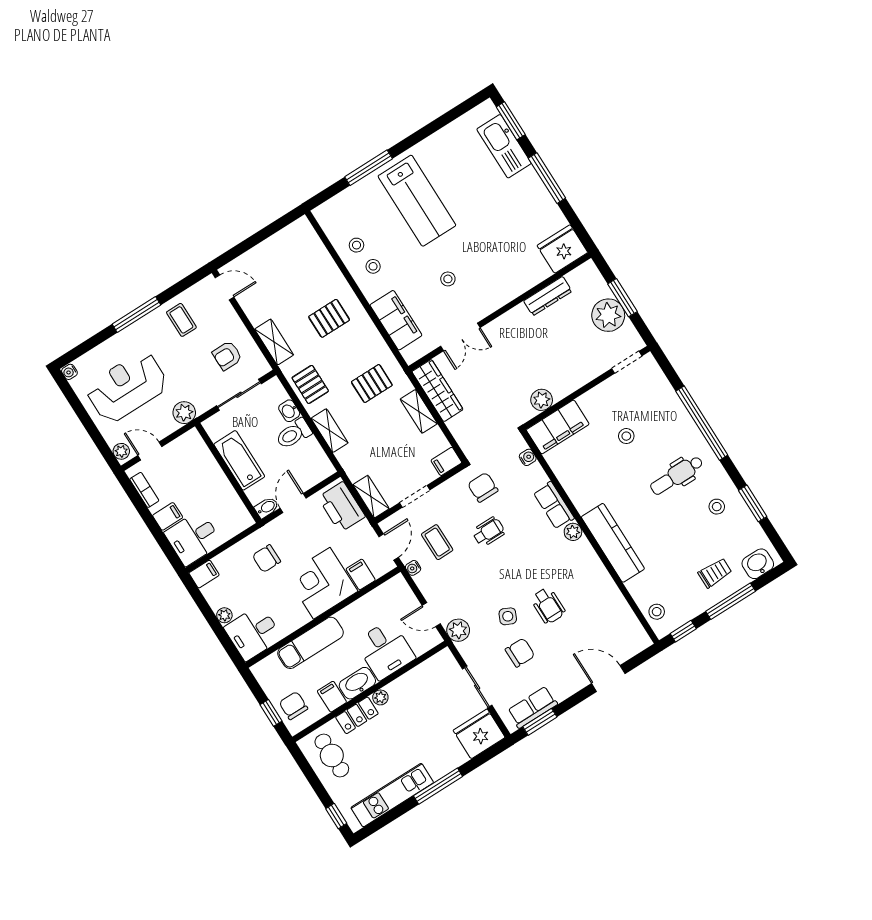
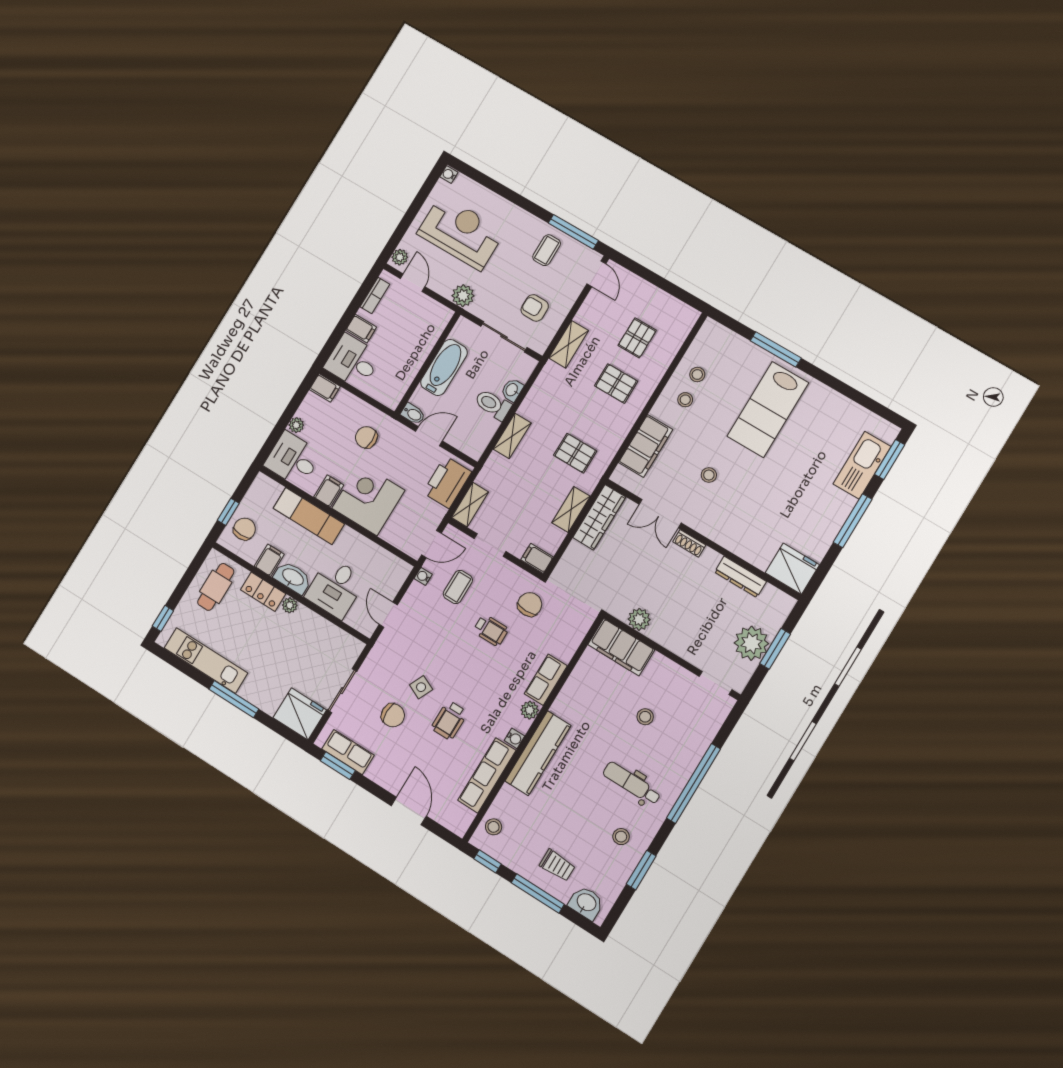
window: (136, 315) -> (573, 232), moved
shoe rack: (498, 325) -> (689, 543), added
pallet: (310, 384) -> (637, 338), moved
water cooler: (528, 457) -> (514, 738), moved
filing cabinet: (361, 574) -> (329, 491), moved
row of seats: (610, 596) -> (487, 775), added
plant: (458, 630) -> (386, 647), removed

